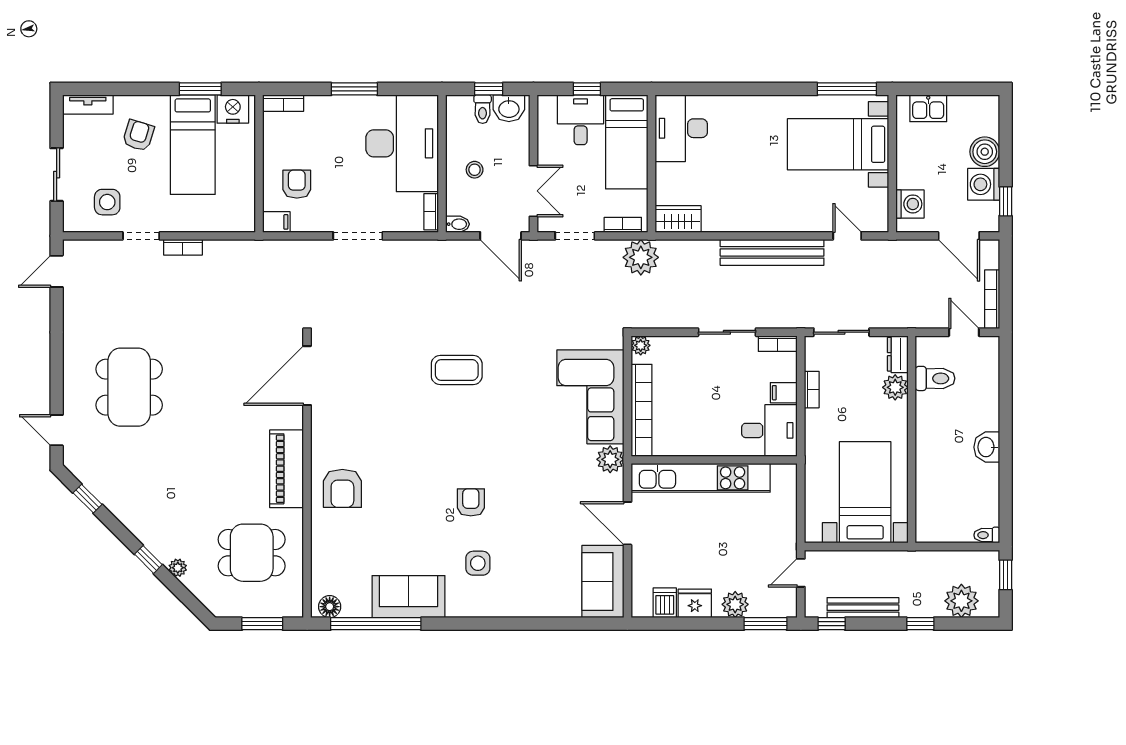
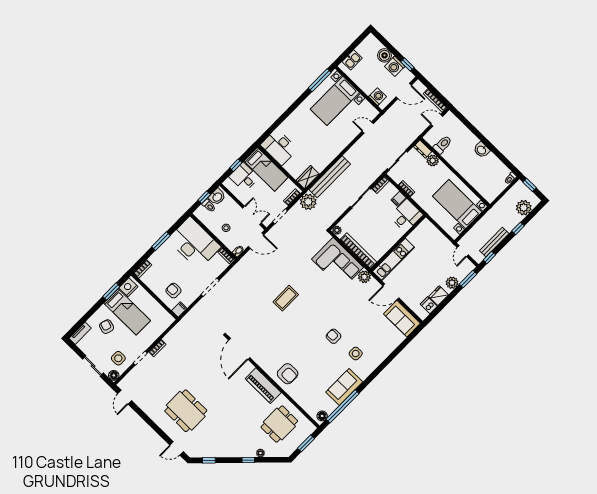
floor lamp: (74, 221) -> (114, 375), added
bench: (772, 252) -> (330, 177), moved
kitchen unit: (701, 478) -> (394, 259), width x0.73

